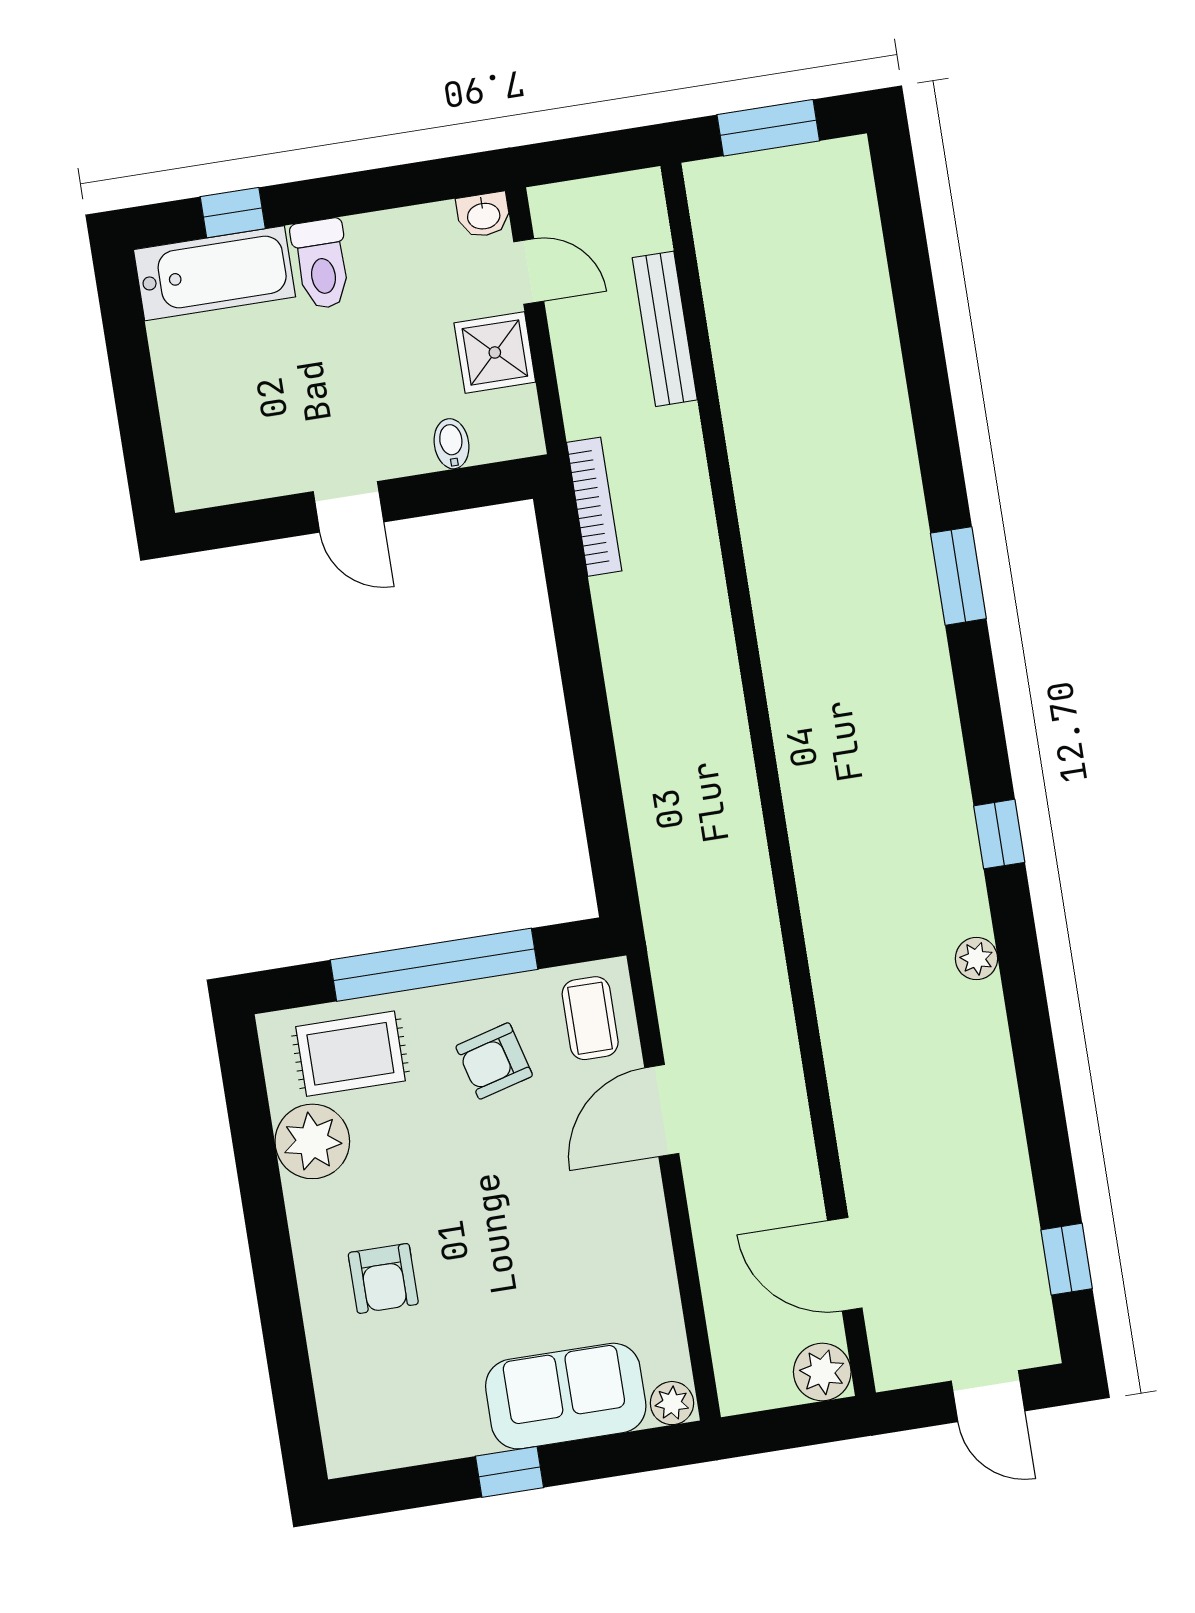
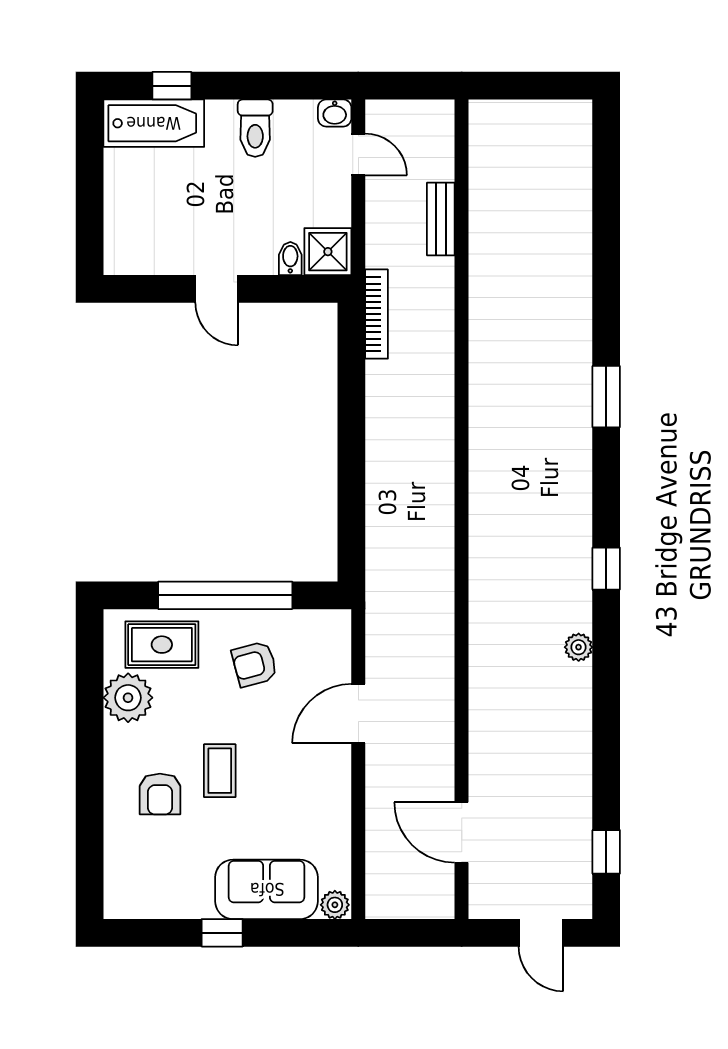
window: (768, 128) -> (529, 86), removed
toilet: (322, 264) -> (255, 128), moved
bench: (665, 329) -> (441, 219), width x0.73
shower: (495, 352) -> (328, 252), moved
coffee table: (590, 1018) -> (220, 771), moved
plant: (822, 1372) -> (436, 900), removed

